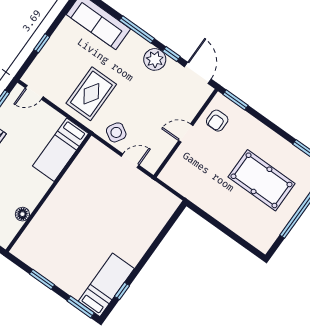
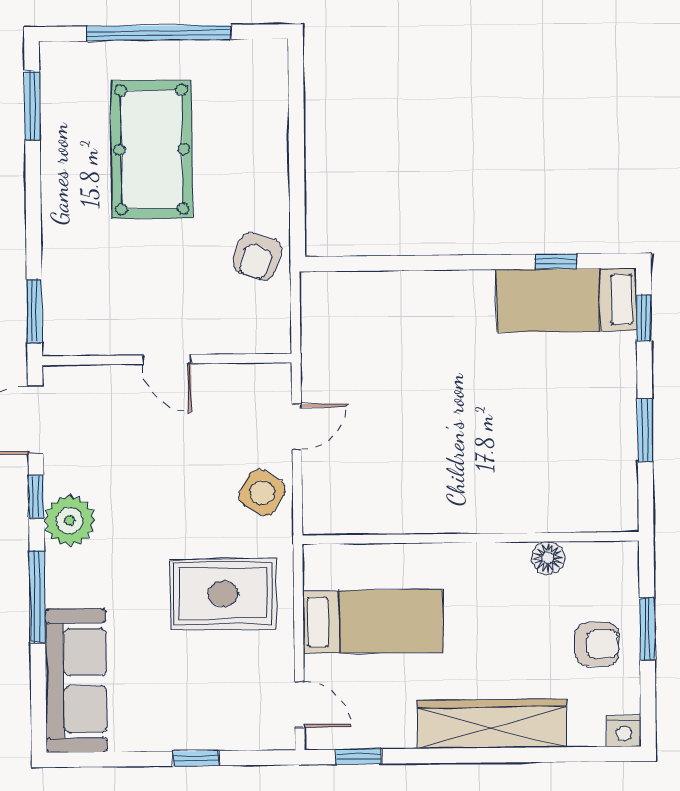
armchair: (217, 121) -> (257, 256), moved, turned 109
bed: (60, 150) -> (373, 622), moved
door: (130, 161) -> (297, 427), swing flipped
window: (81, 307) -> (644, 318), width x0.67

